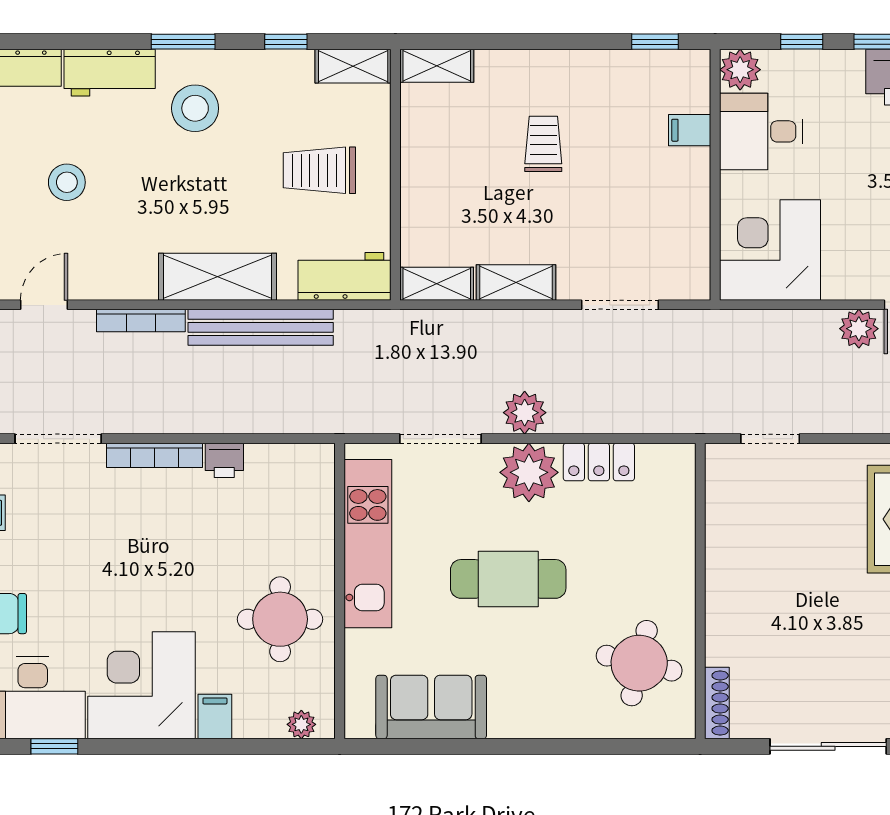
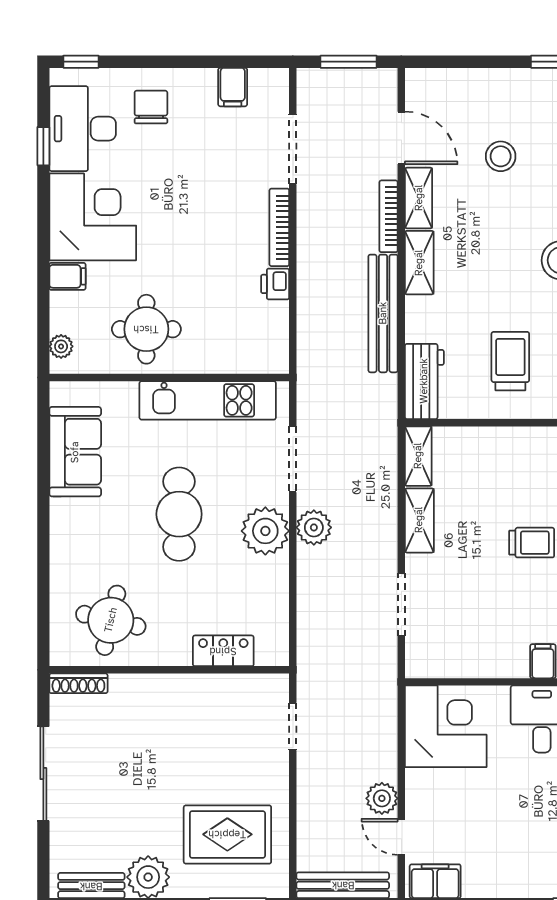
shelving: (218, 277) -> (419, 263), width x0.67, depth x0.75
shelving: (118, 283) -> (419, 198), added
door: (44, 305) -> (401, 138), width x1.38
locker: (599, 462) -> (223, 651), moved, turned 90

